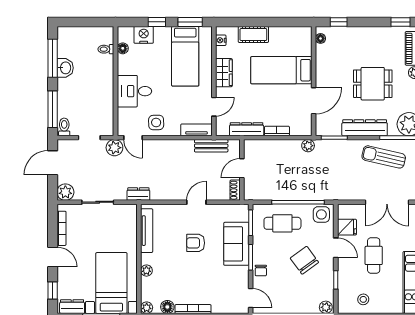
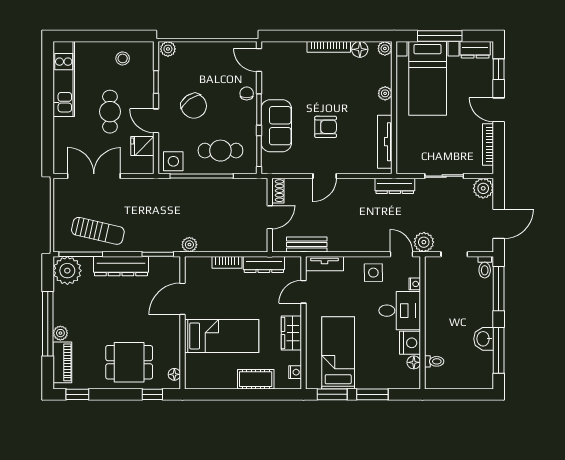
window: (157, 22) -> (372, 394), width x1.50
nightstand: (144, 35) -> (410, 343), moved, turned -90
dining table: (373, 84) -> (129, 362), moved
nightstand: (122, 113) -> (415, 284), added
dresser: (138, 194) -> (395, 186), width x1.44

